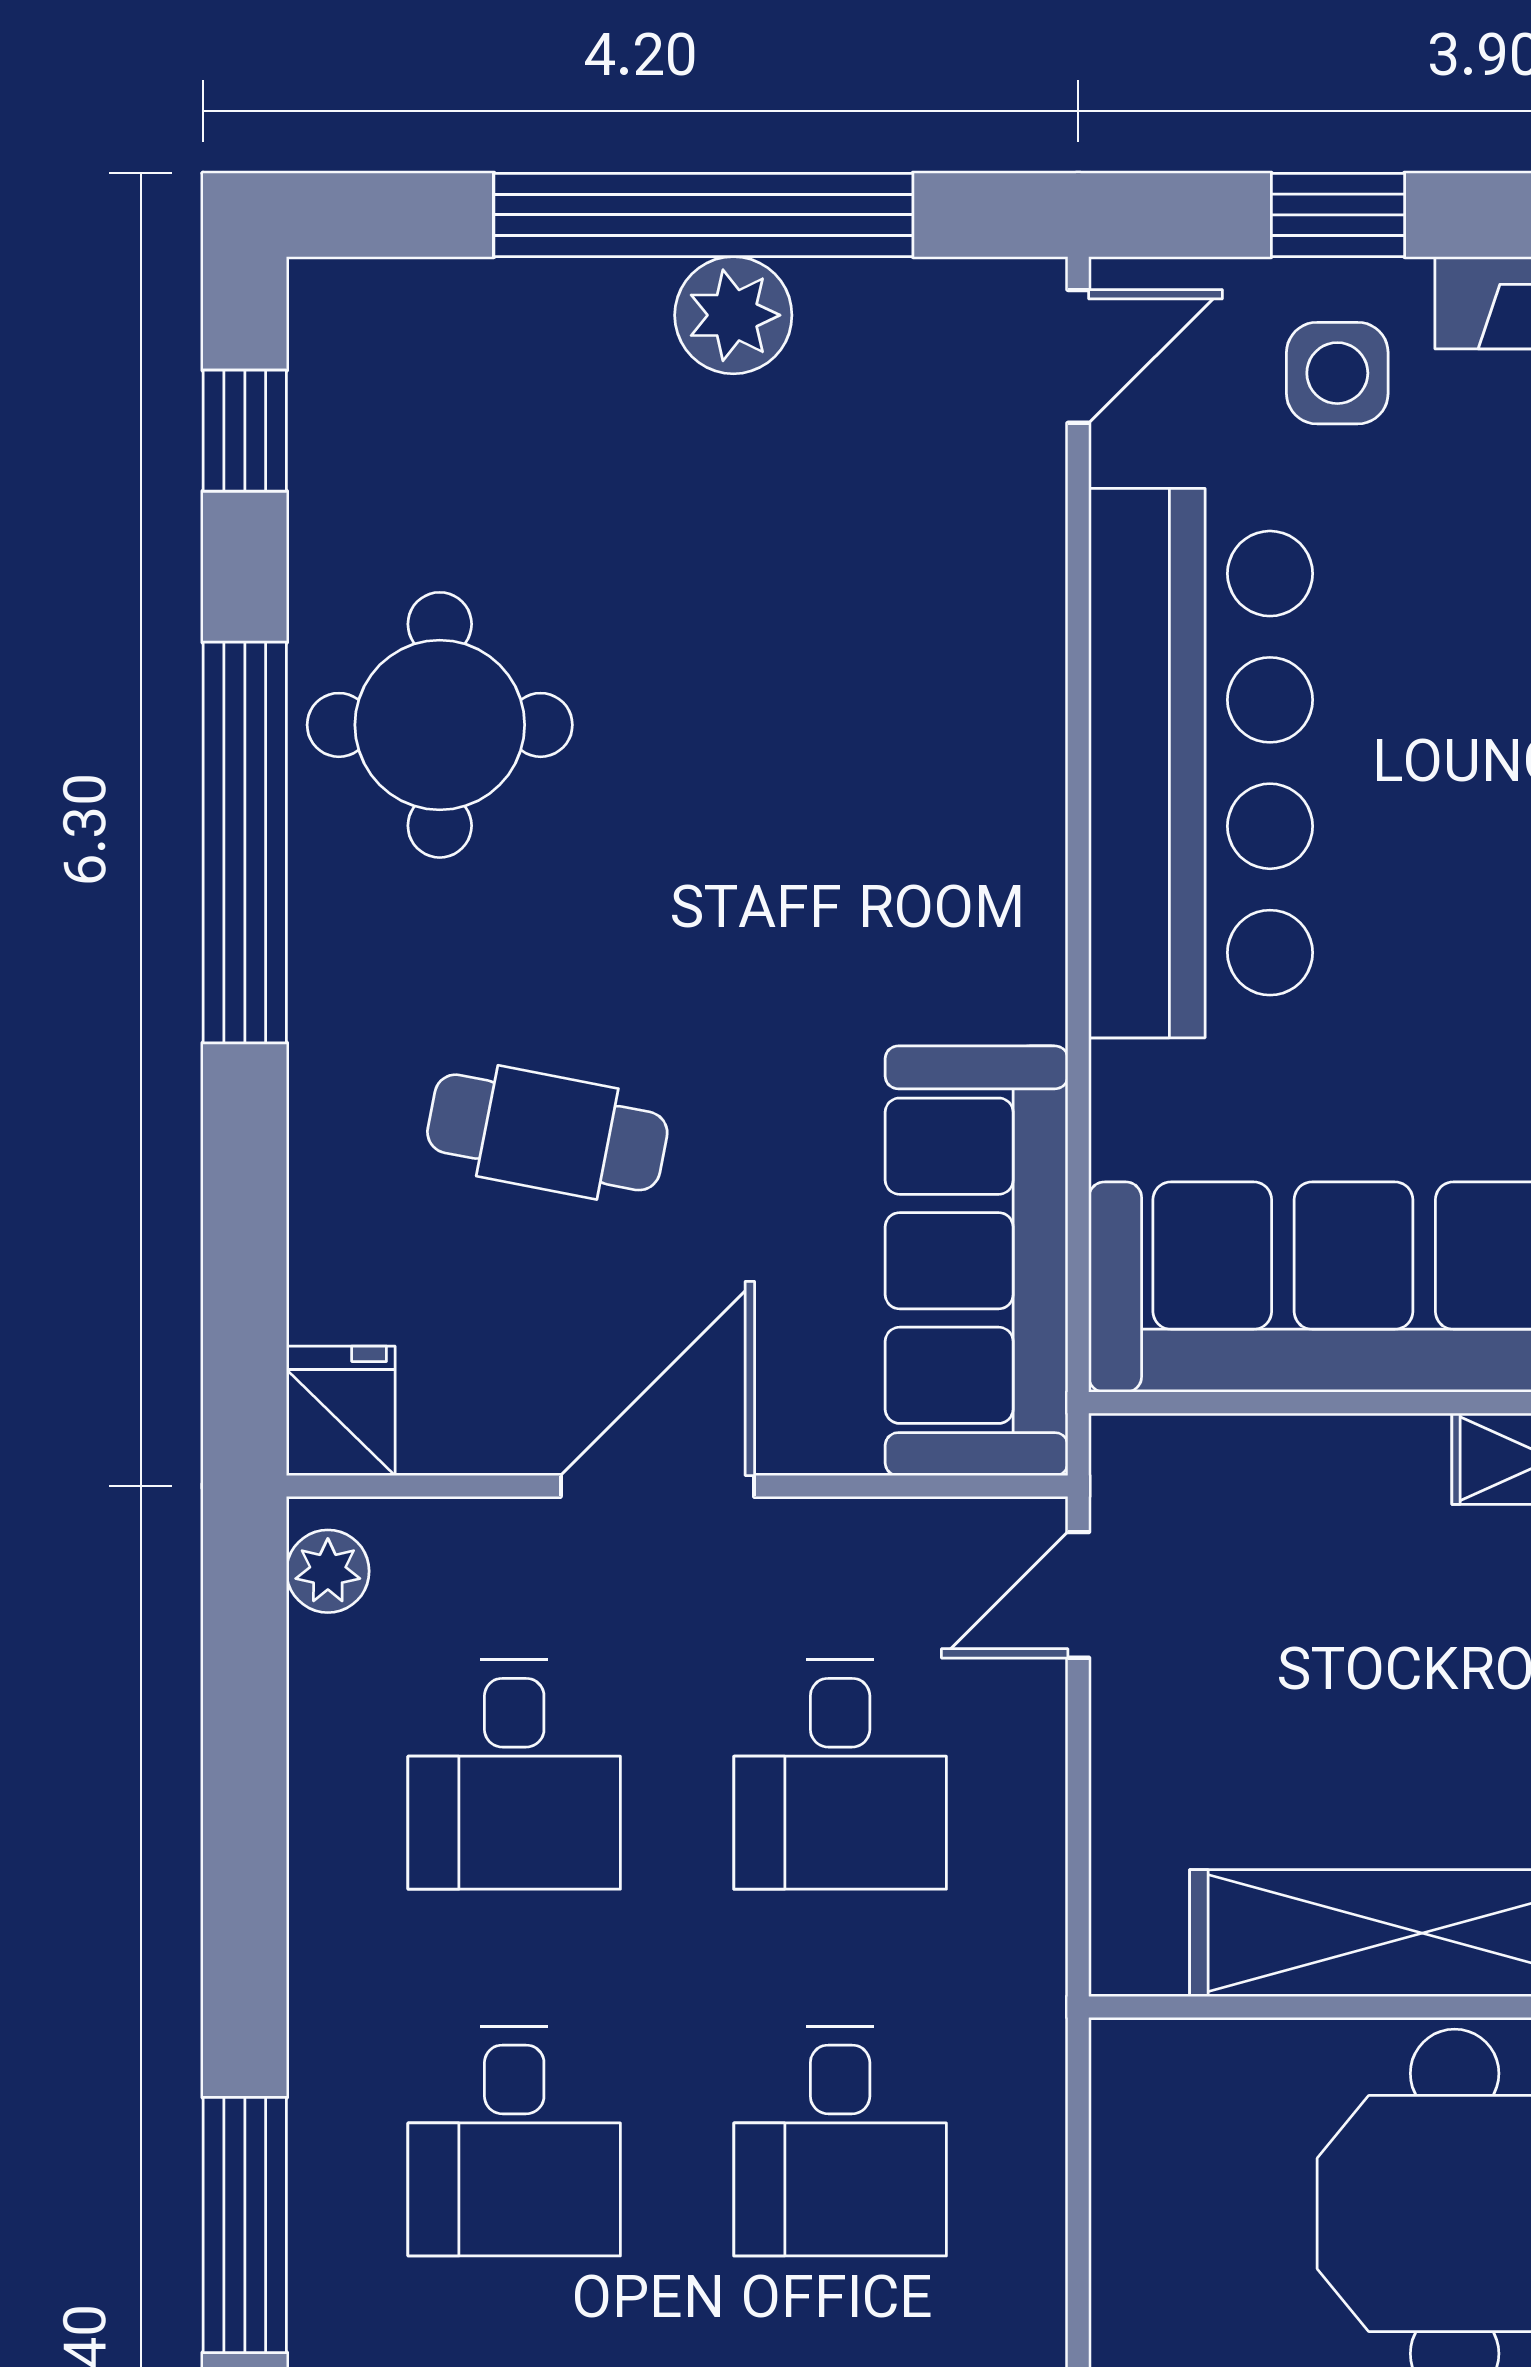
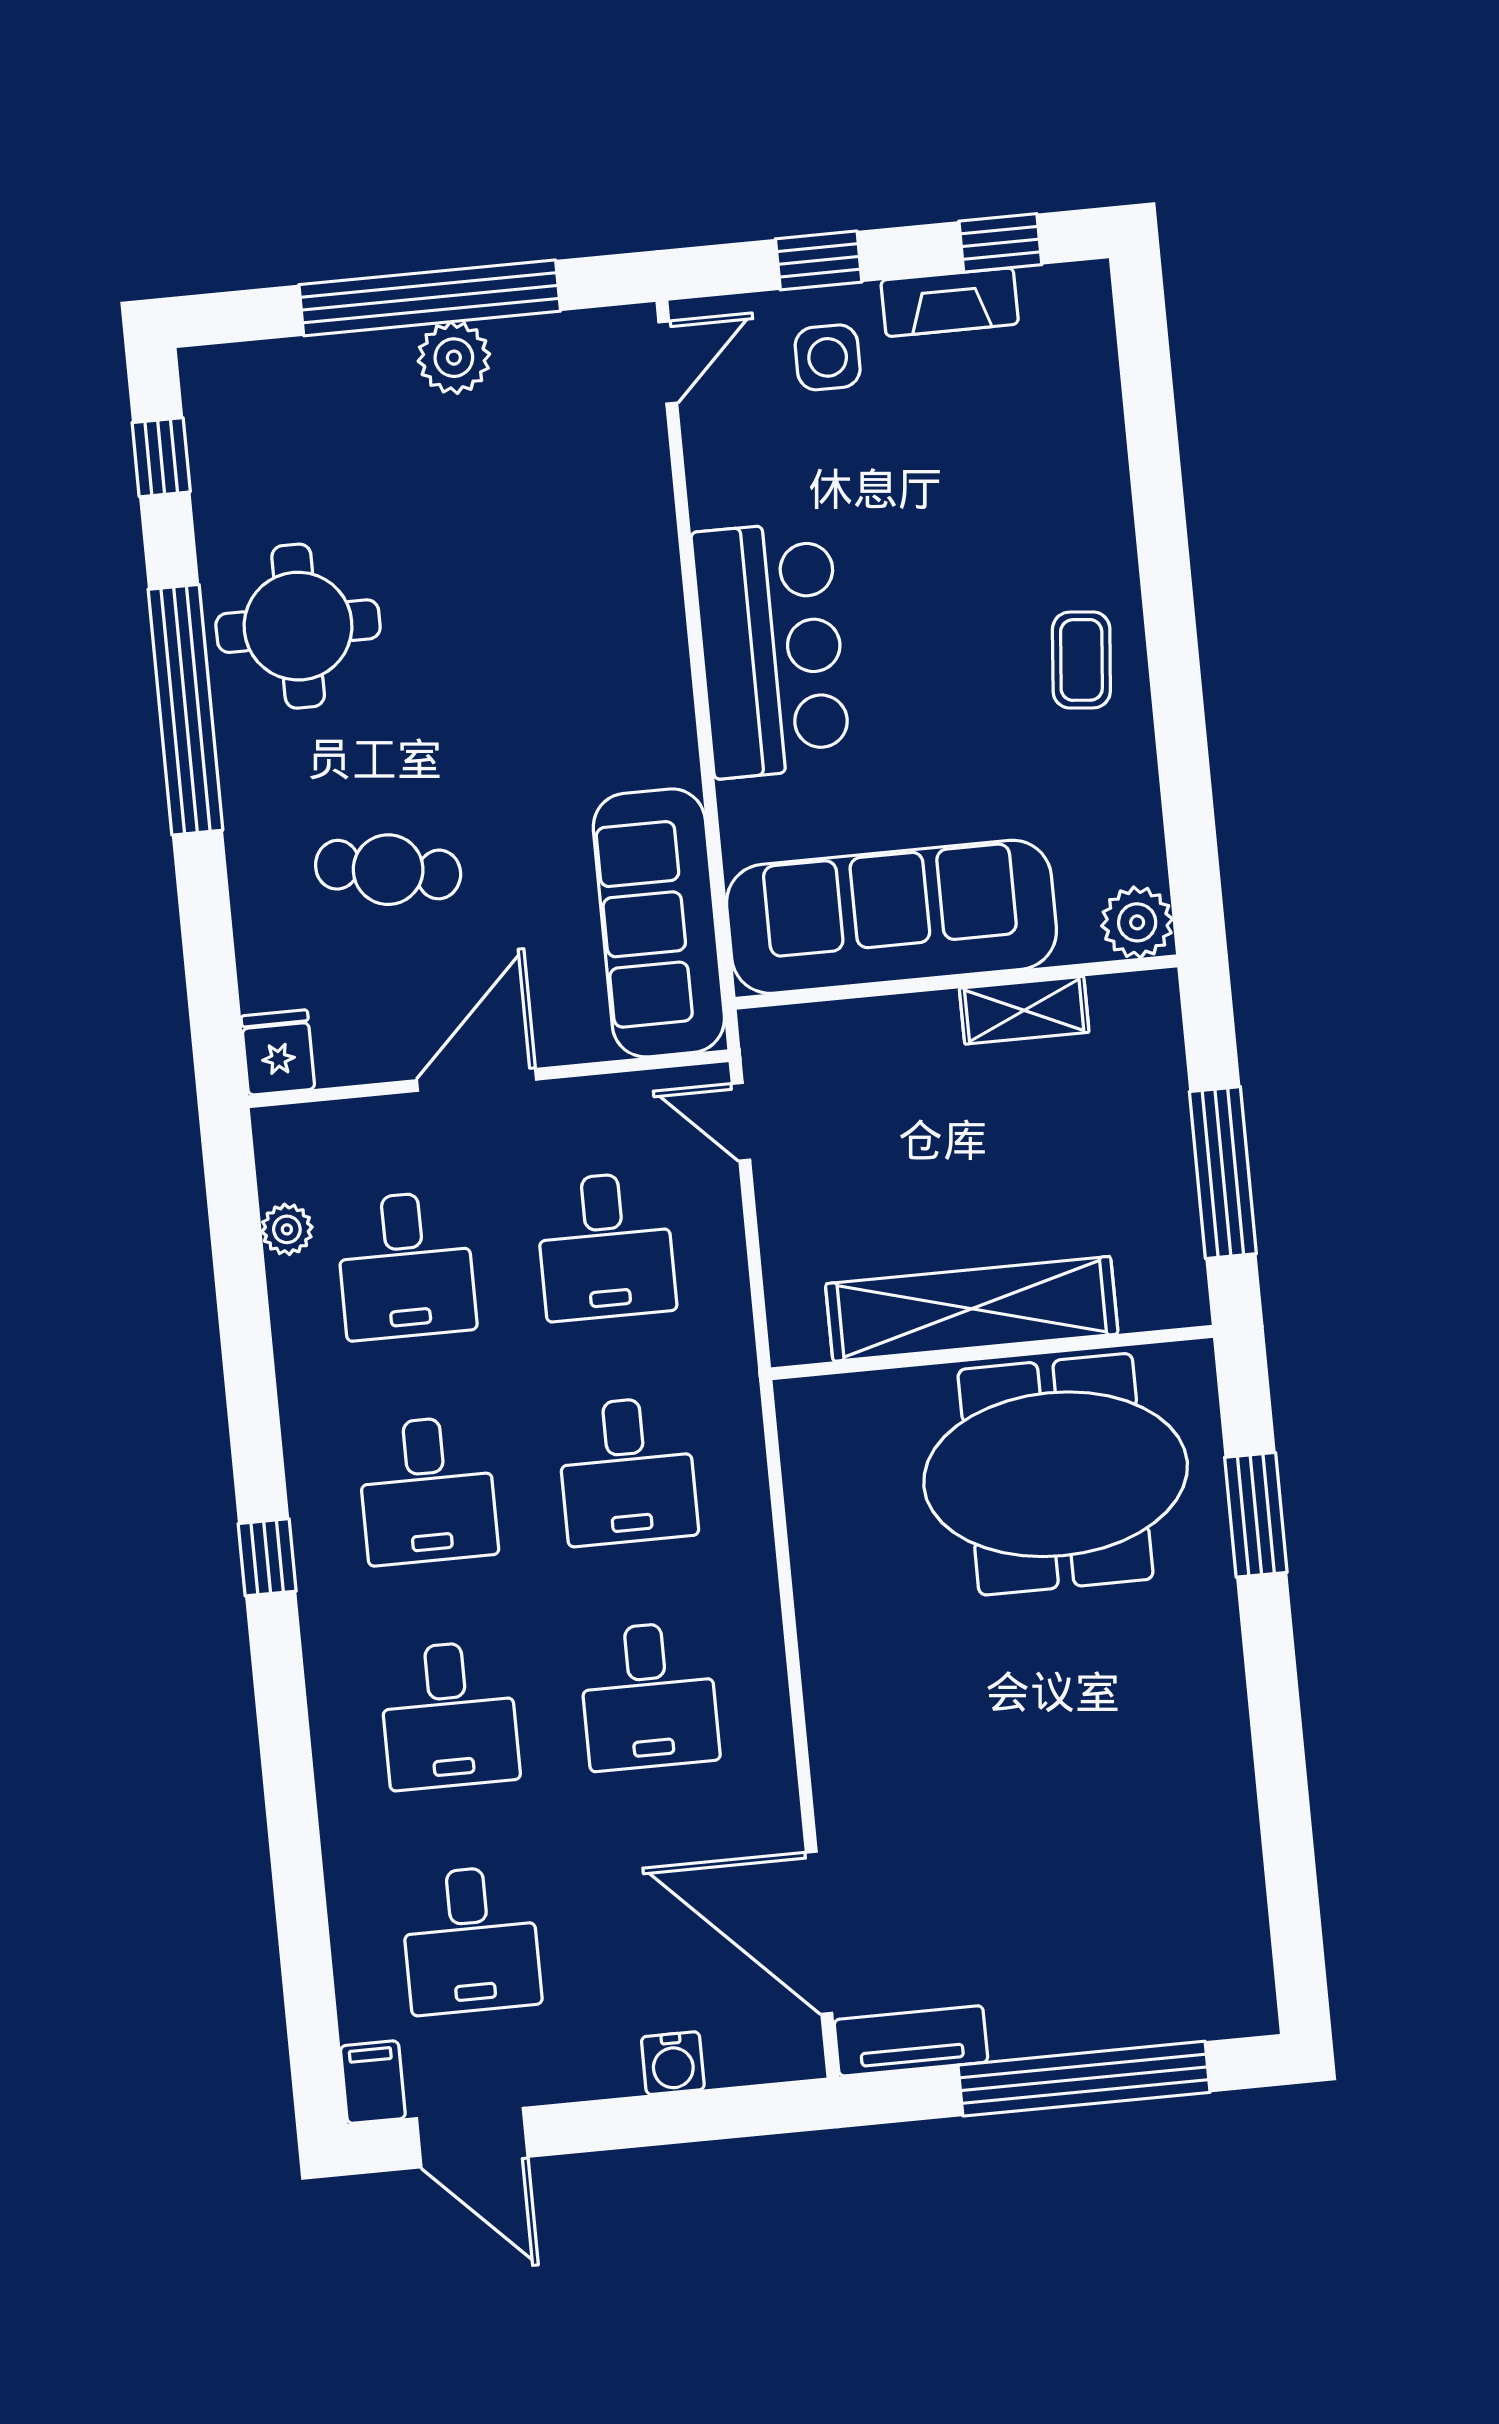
bar counter: (1201, 763) -> (771, 649), width x0.73
plant: (328, 1571) -> (287, 1229), moved
door: (1078, 1595) -> (741, 1122), hinge flipped
window: (245, 2225) -> (267, 1557), width x0.46

